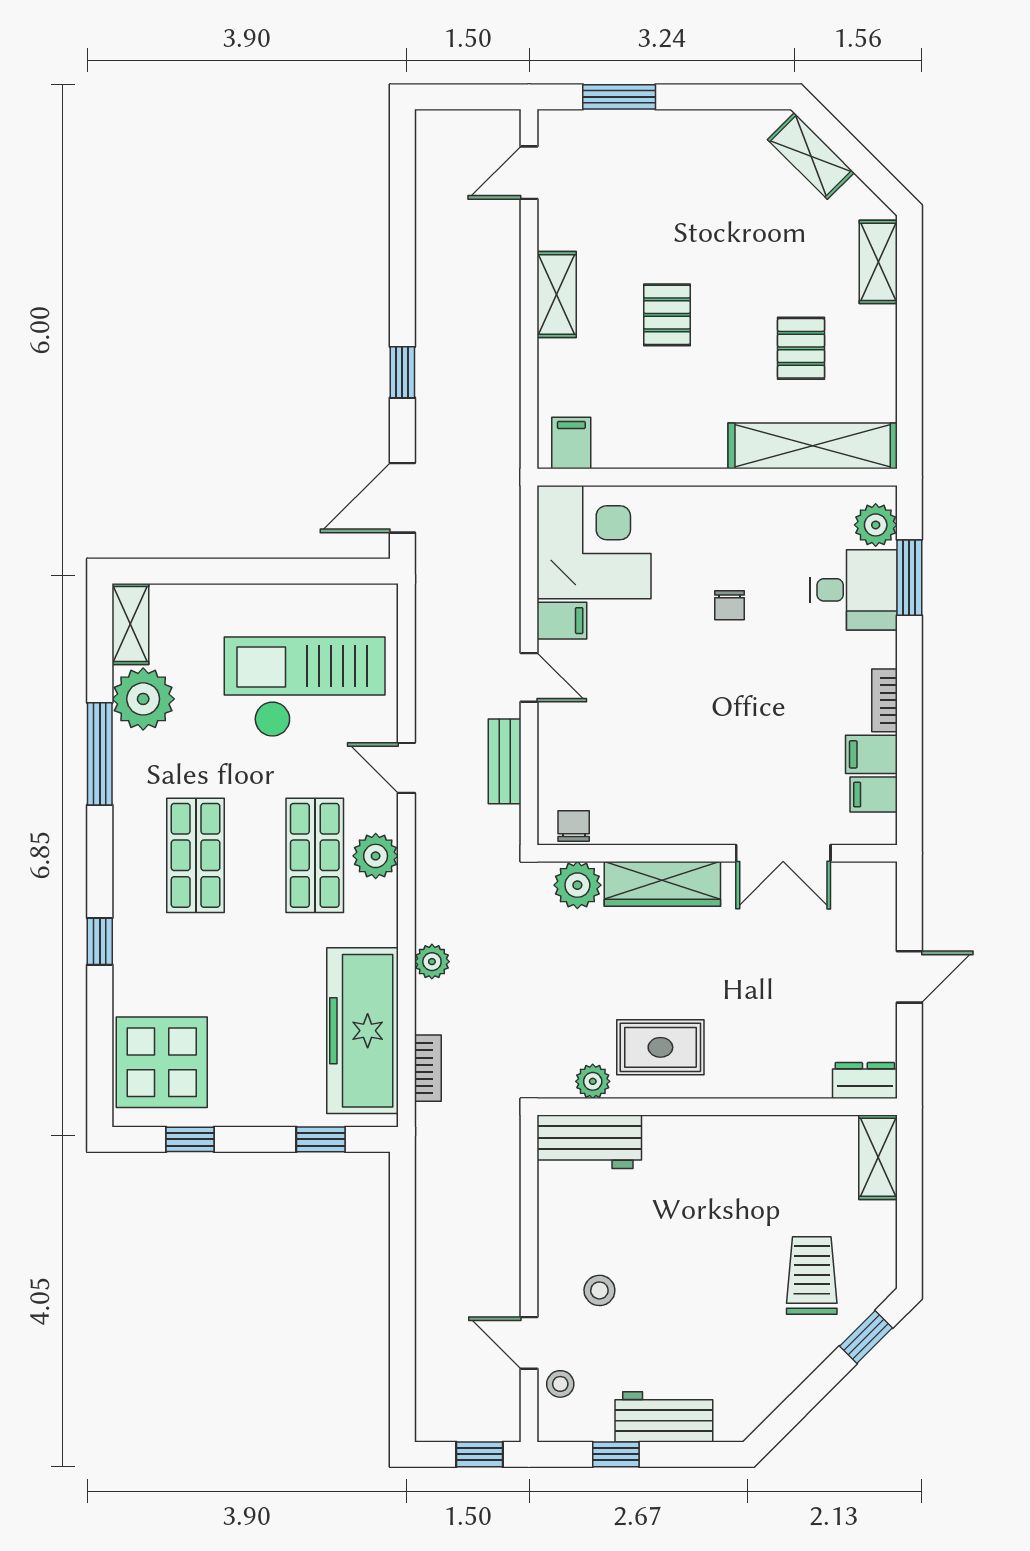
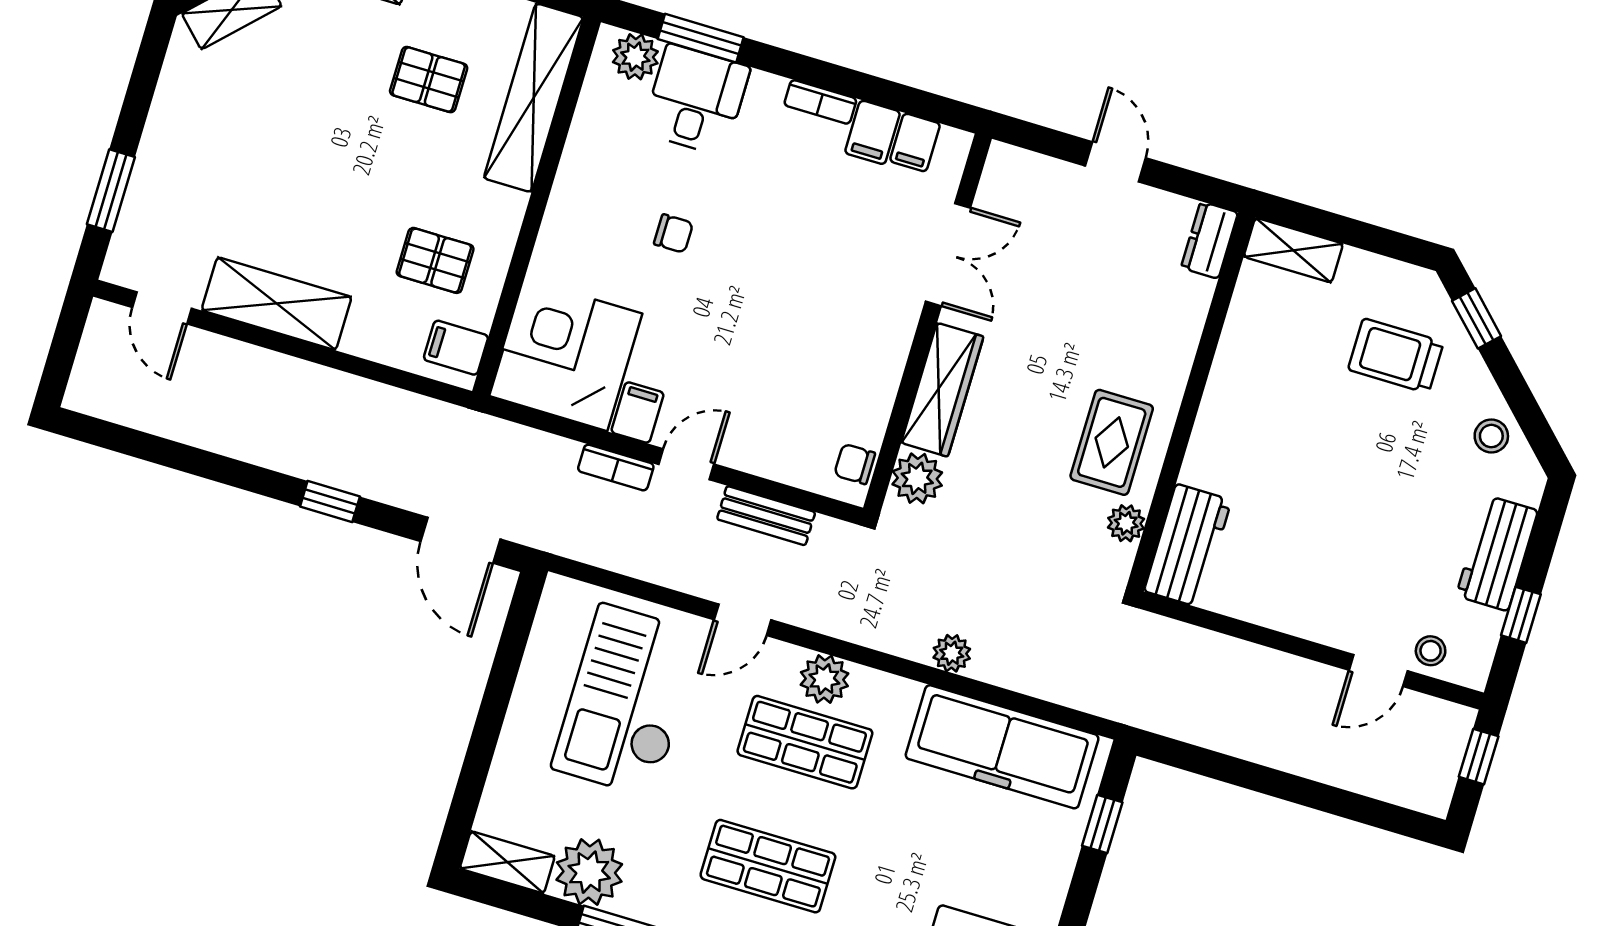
shelving: (557, 295) -> (277, 304), width x1.50, depth x1.33
pallet: (667, 315) -> (435, 260), moved
bookcase: (428, 1068) -> (616, 467), moved, turned 180
stool: (599, 1290) -> (1491, 436), moved

